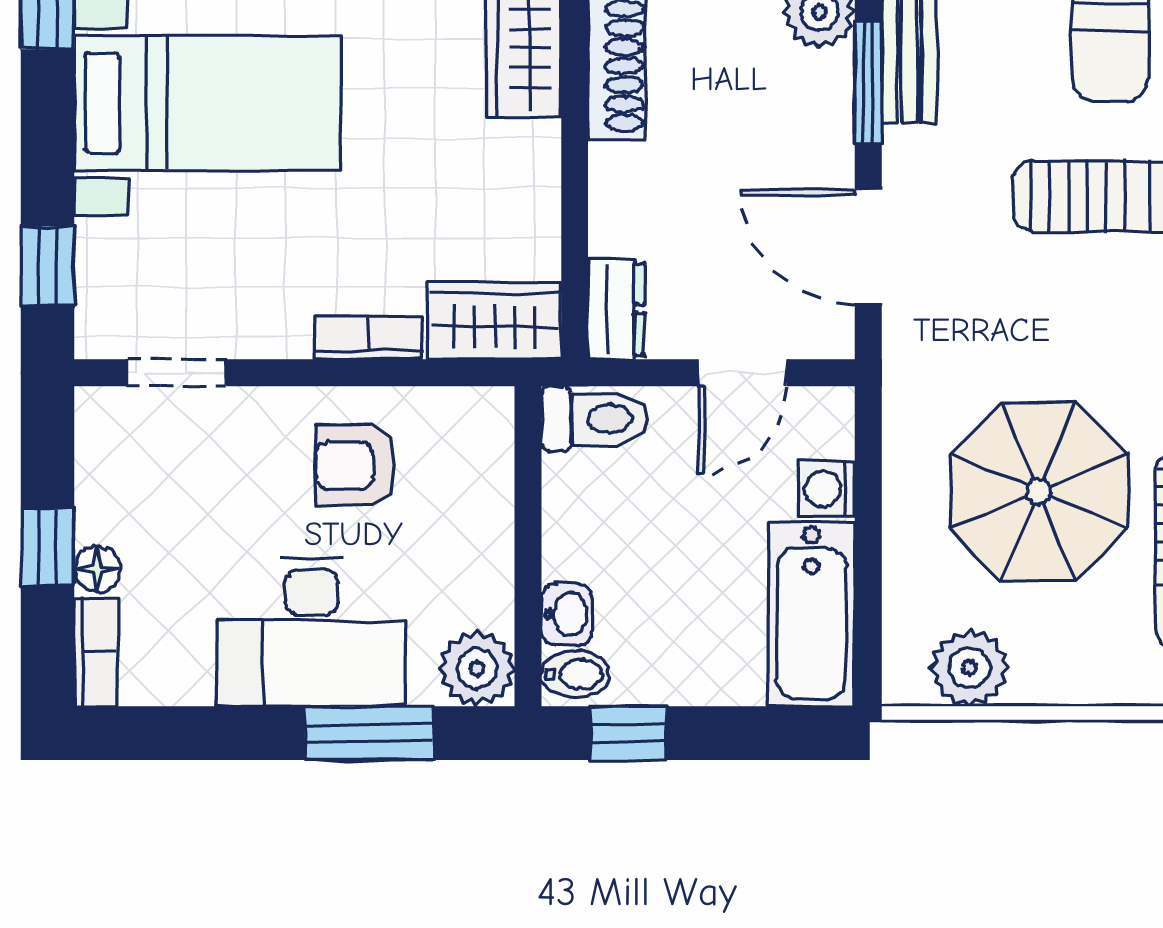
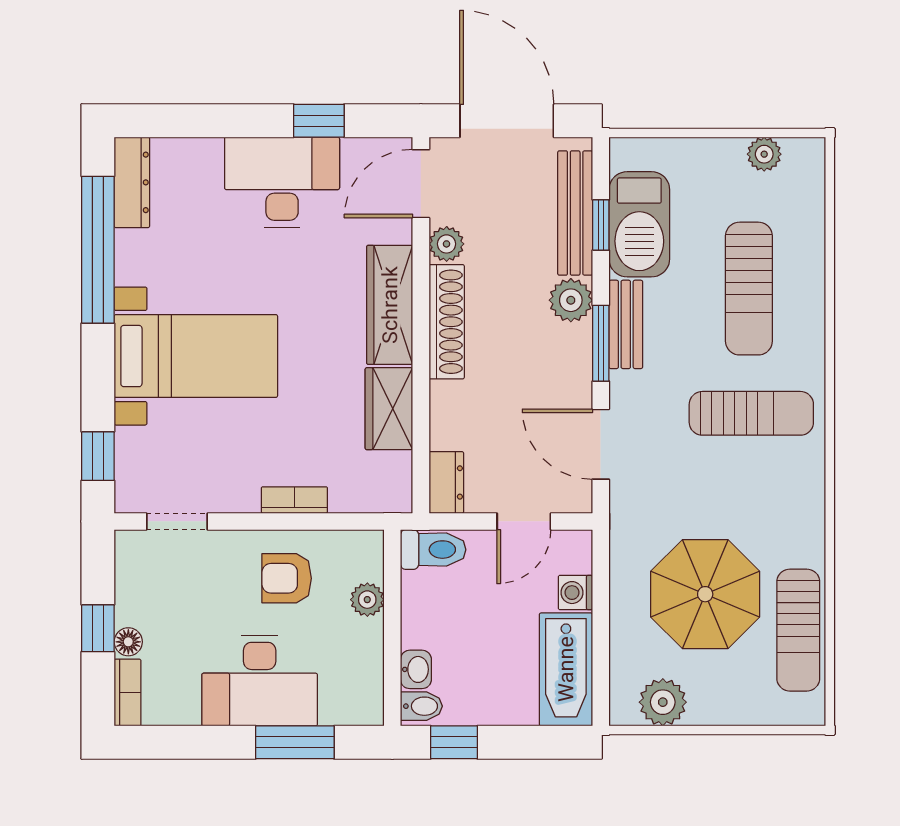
wardrobe: (494, 321) -> (389, 409), moved, turned -90
plant: (477, 669) -> (367, 600), moved, width x0.73, depth x0.73

